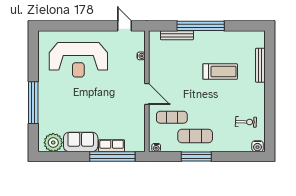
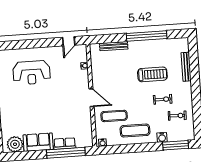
door: (125, 26) -> (69, 41), swing flipped
window: (201, 26) -> (147, 36), moved
reception desk: (78, 60) -> (31, 73), width x0.74, depth x0.77
exercise bike: (230, 102) -> (163, 99), added
water cooler: (258, 146) -> (162, 137), moved
window: (196, 157) -> (176, 145), moved

